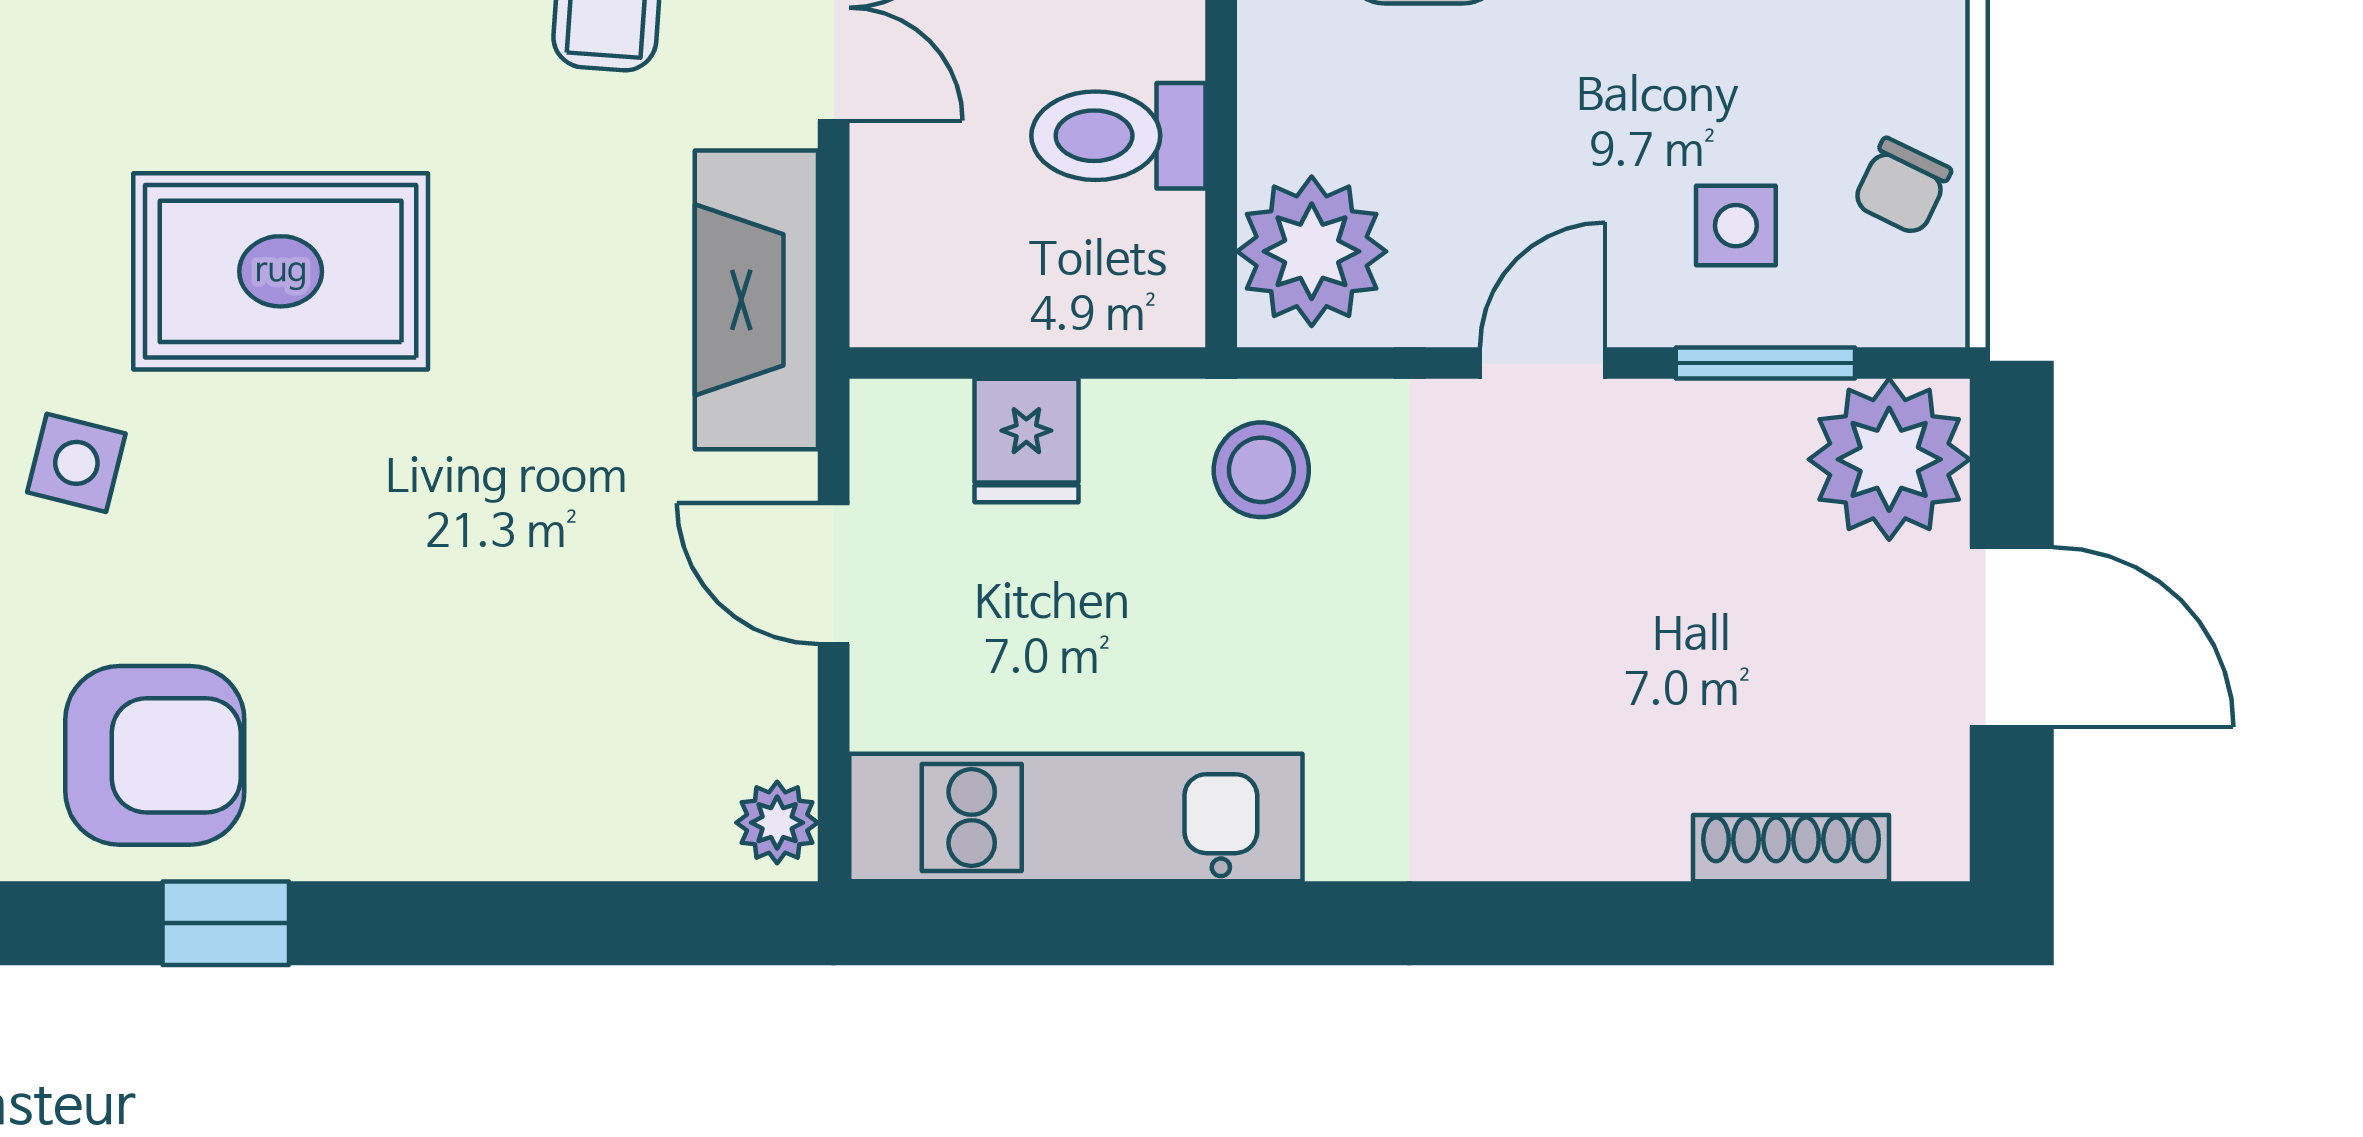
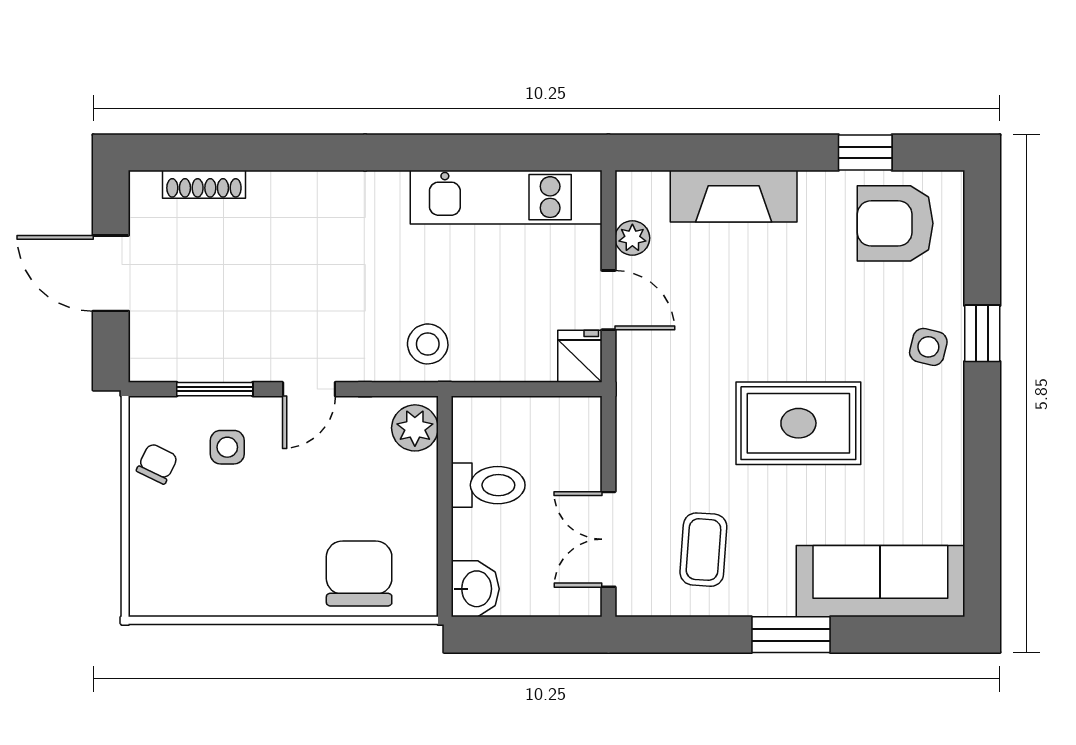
plant: (1312, 251) -> (415, 428), width x0.73, depth x0.73
rug: (281, 271) -> (798, 423), moved
fireplace: (756, 300) -> (734, 196), moved, turned 90
fridge: (1026, 441) -> (580, 356), moved
plant: (1889, 459) -> (162, 348), removed
plant: (777, 823) -> (632, 238), moved

